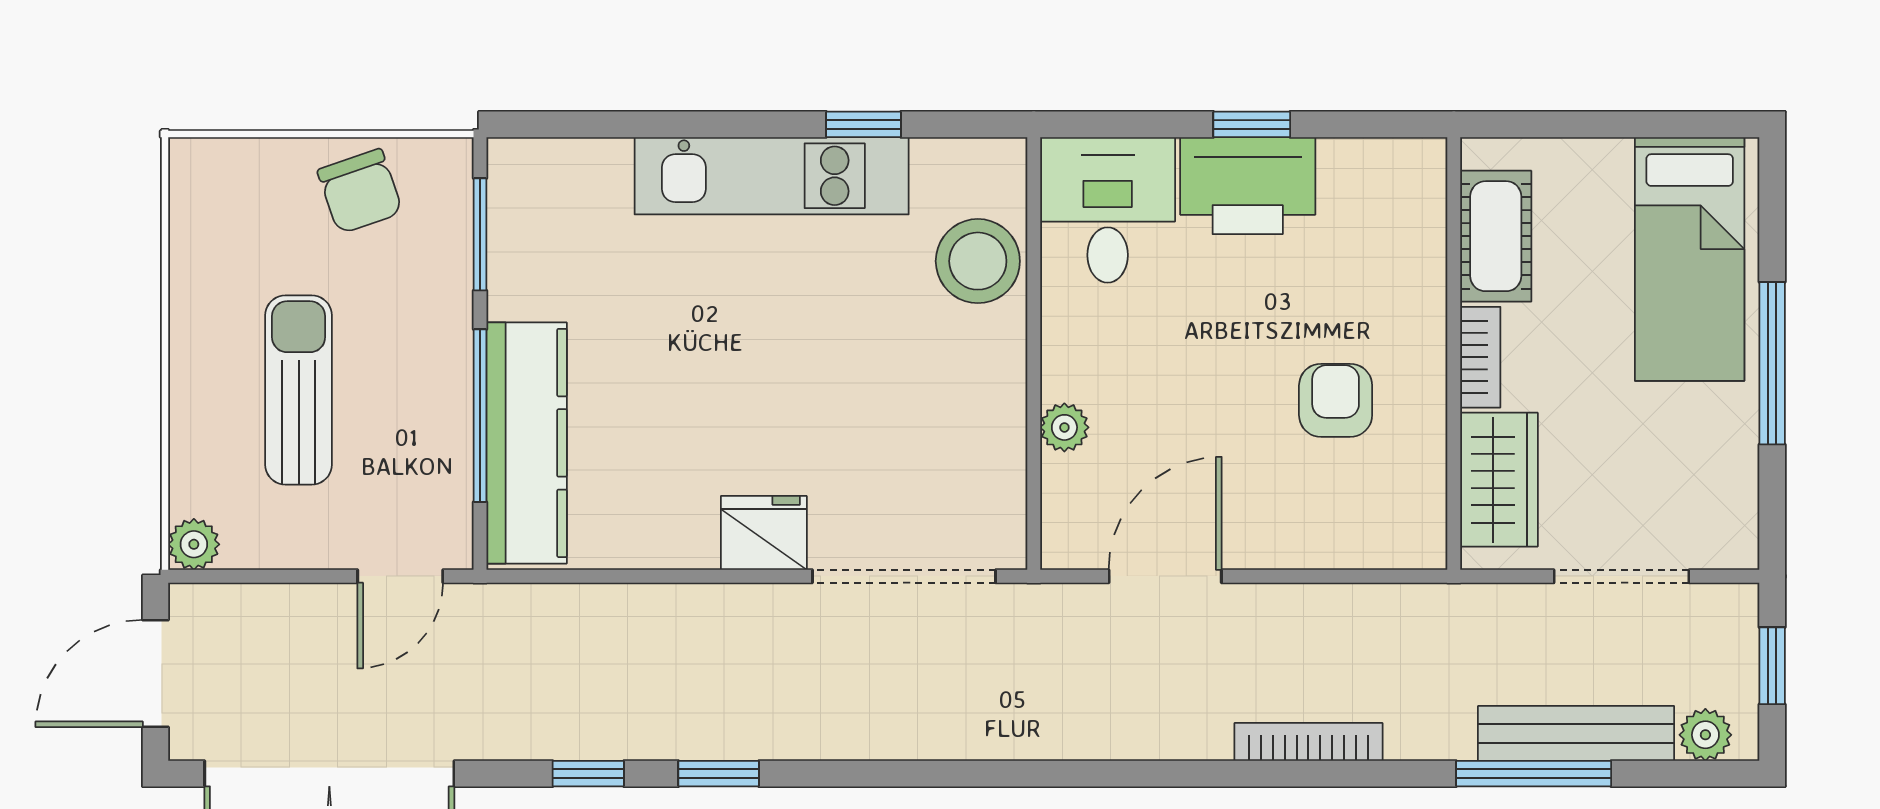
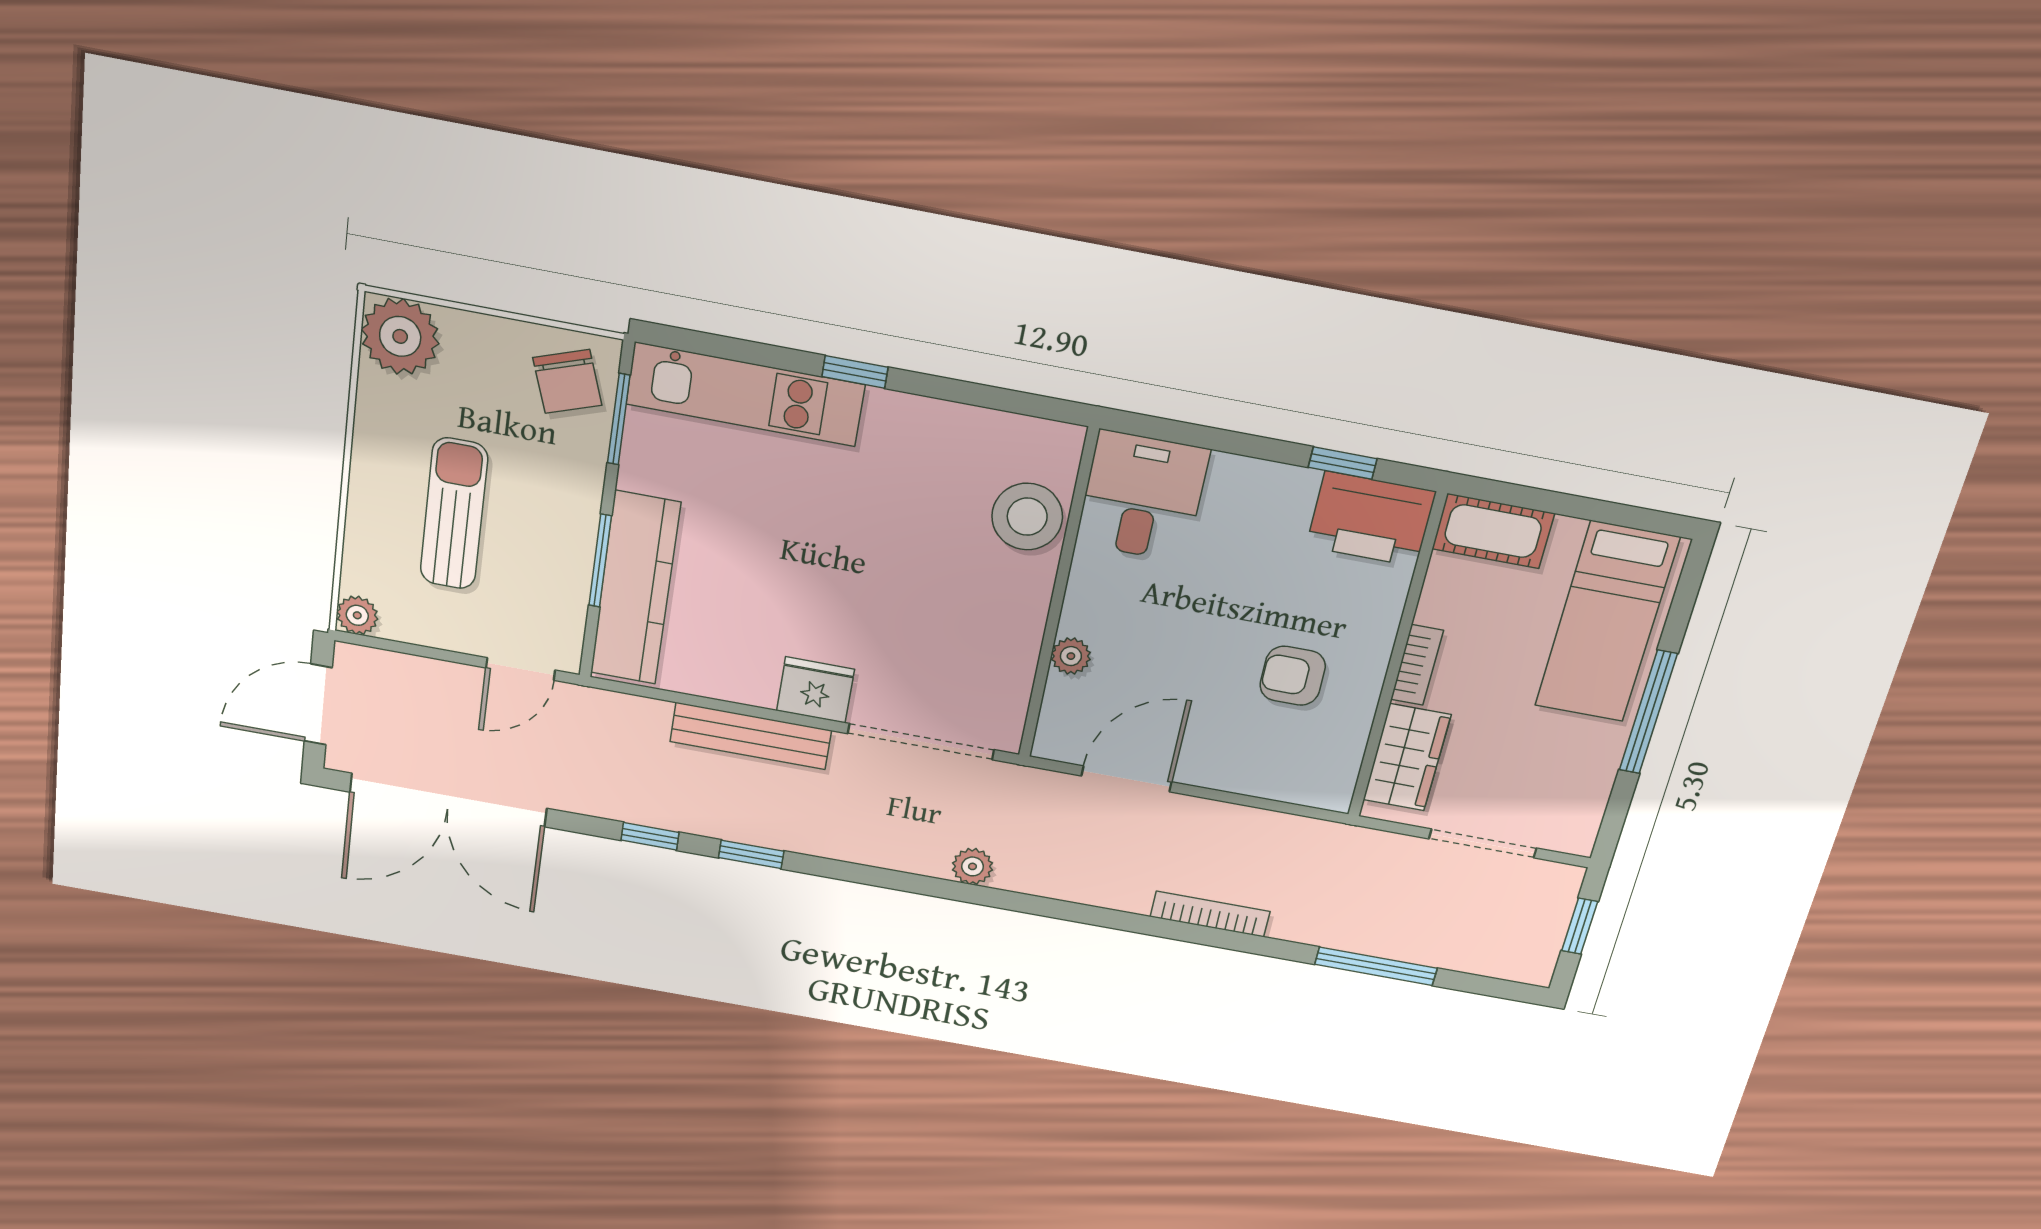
window: (864, 124) -> (855, 372), moved
window: (1252, 124) -> (1343, 463), moved
kitchen unit: (772, 176) -> (745, 394), moved
plant: (214, 183) -> (400, 336), added
printer: (1248, 186) -> (1371, 519), moved
chair: (360, 191) -> (567, 381), moved
cot: (1496, 236) -> (1493, 531), moved, turned 90
armchair: (1336, 400) -> (1293, 676), turned -90
window: (480, 416) -> (600, 561), width x0.69
bench: (1576, 733) -> (751, 736), moved
plant: (1705, 735) -> (972, 866), moved

